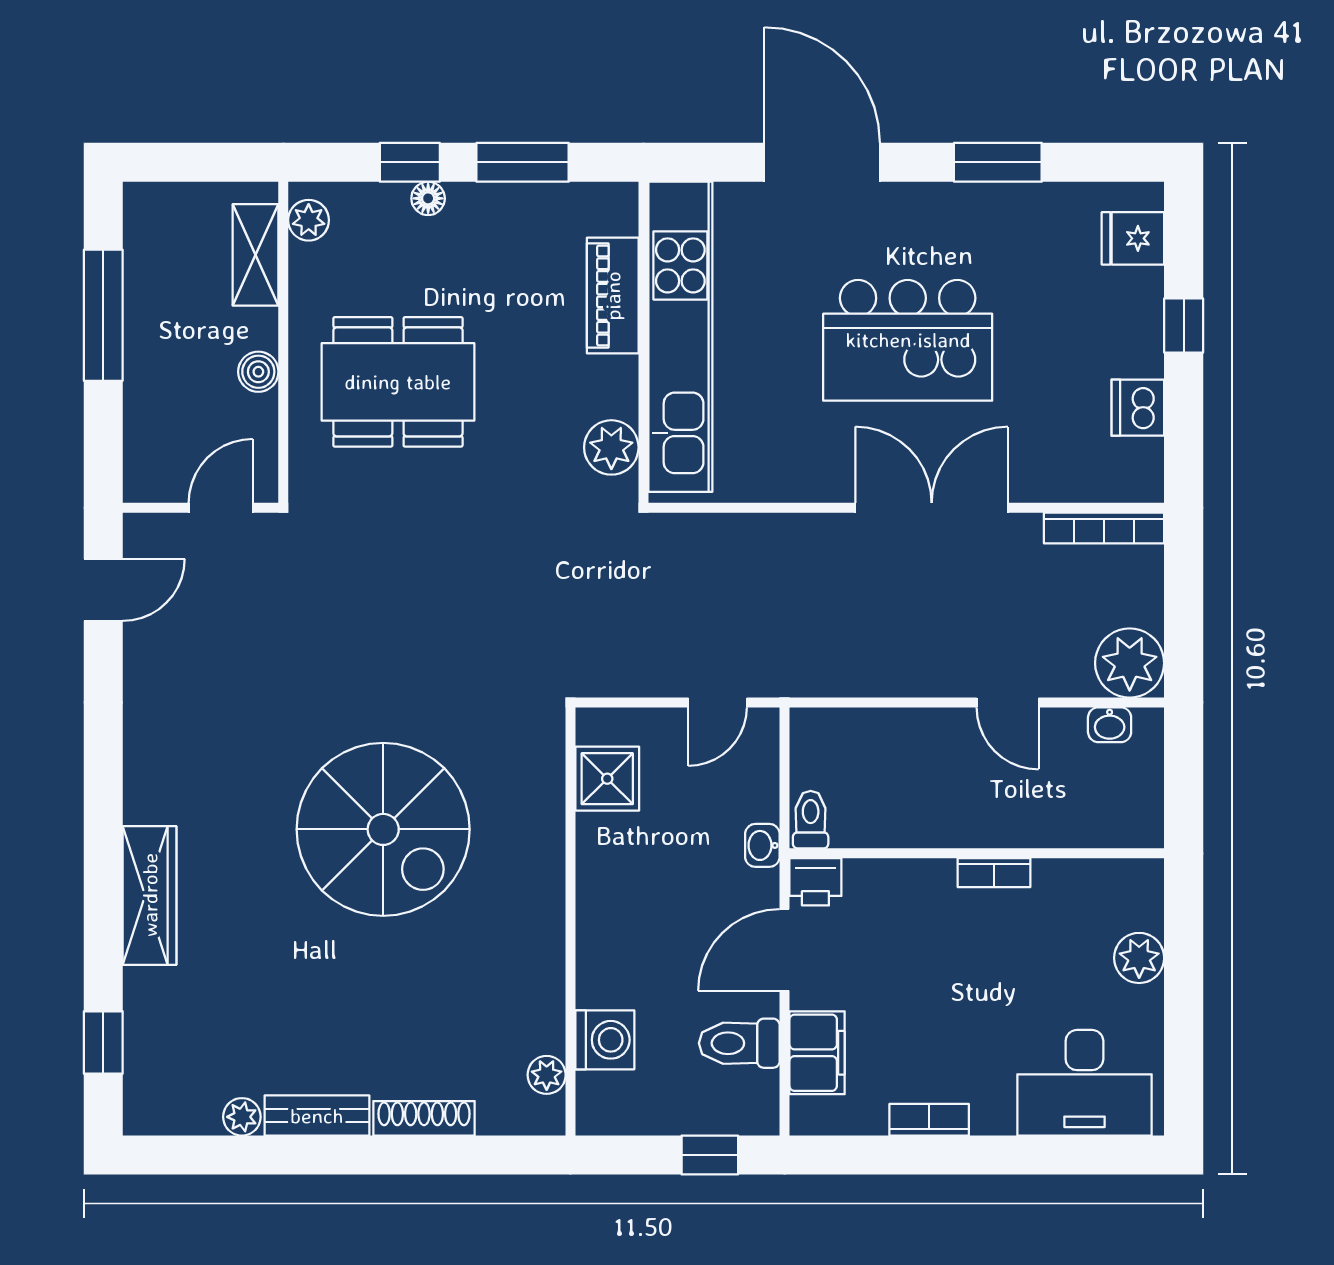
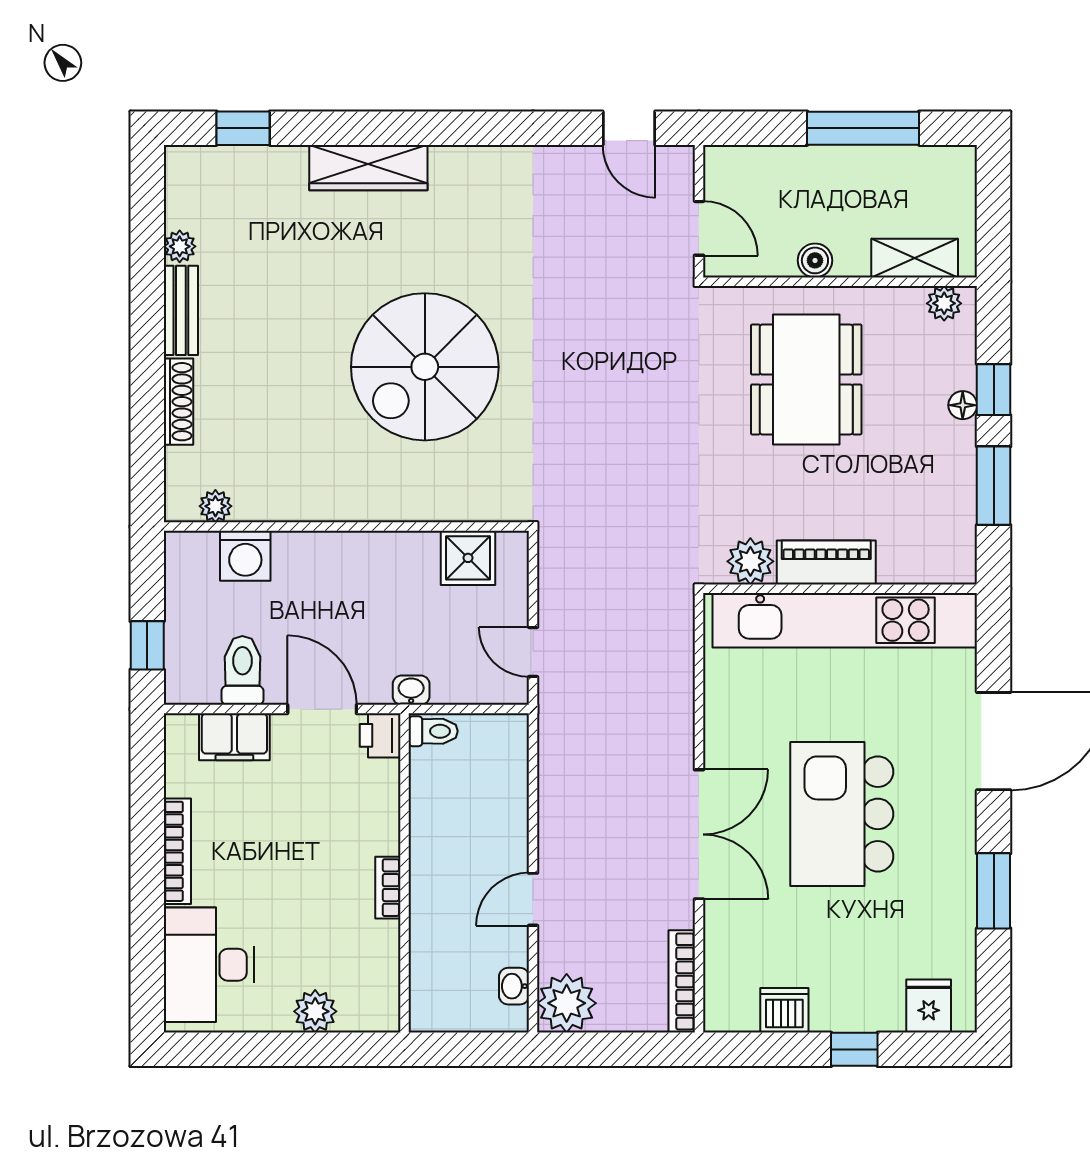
piano: (613, 296) -> (826, 563), moved
bookcase: (929, 1120) -> (177, 851), width x1.56

